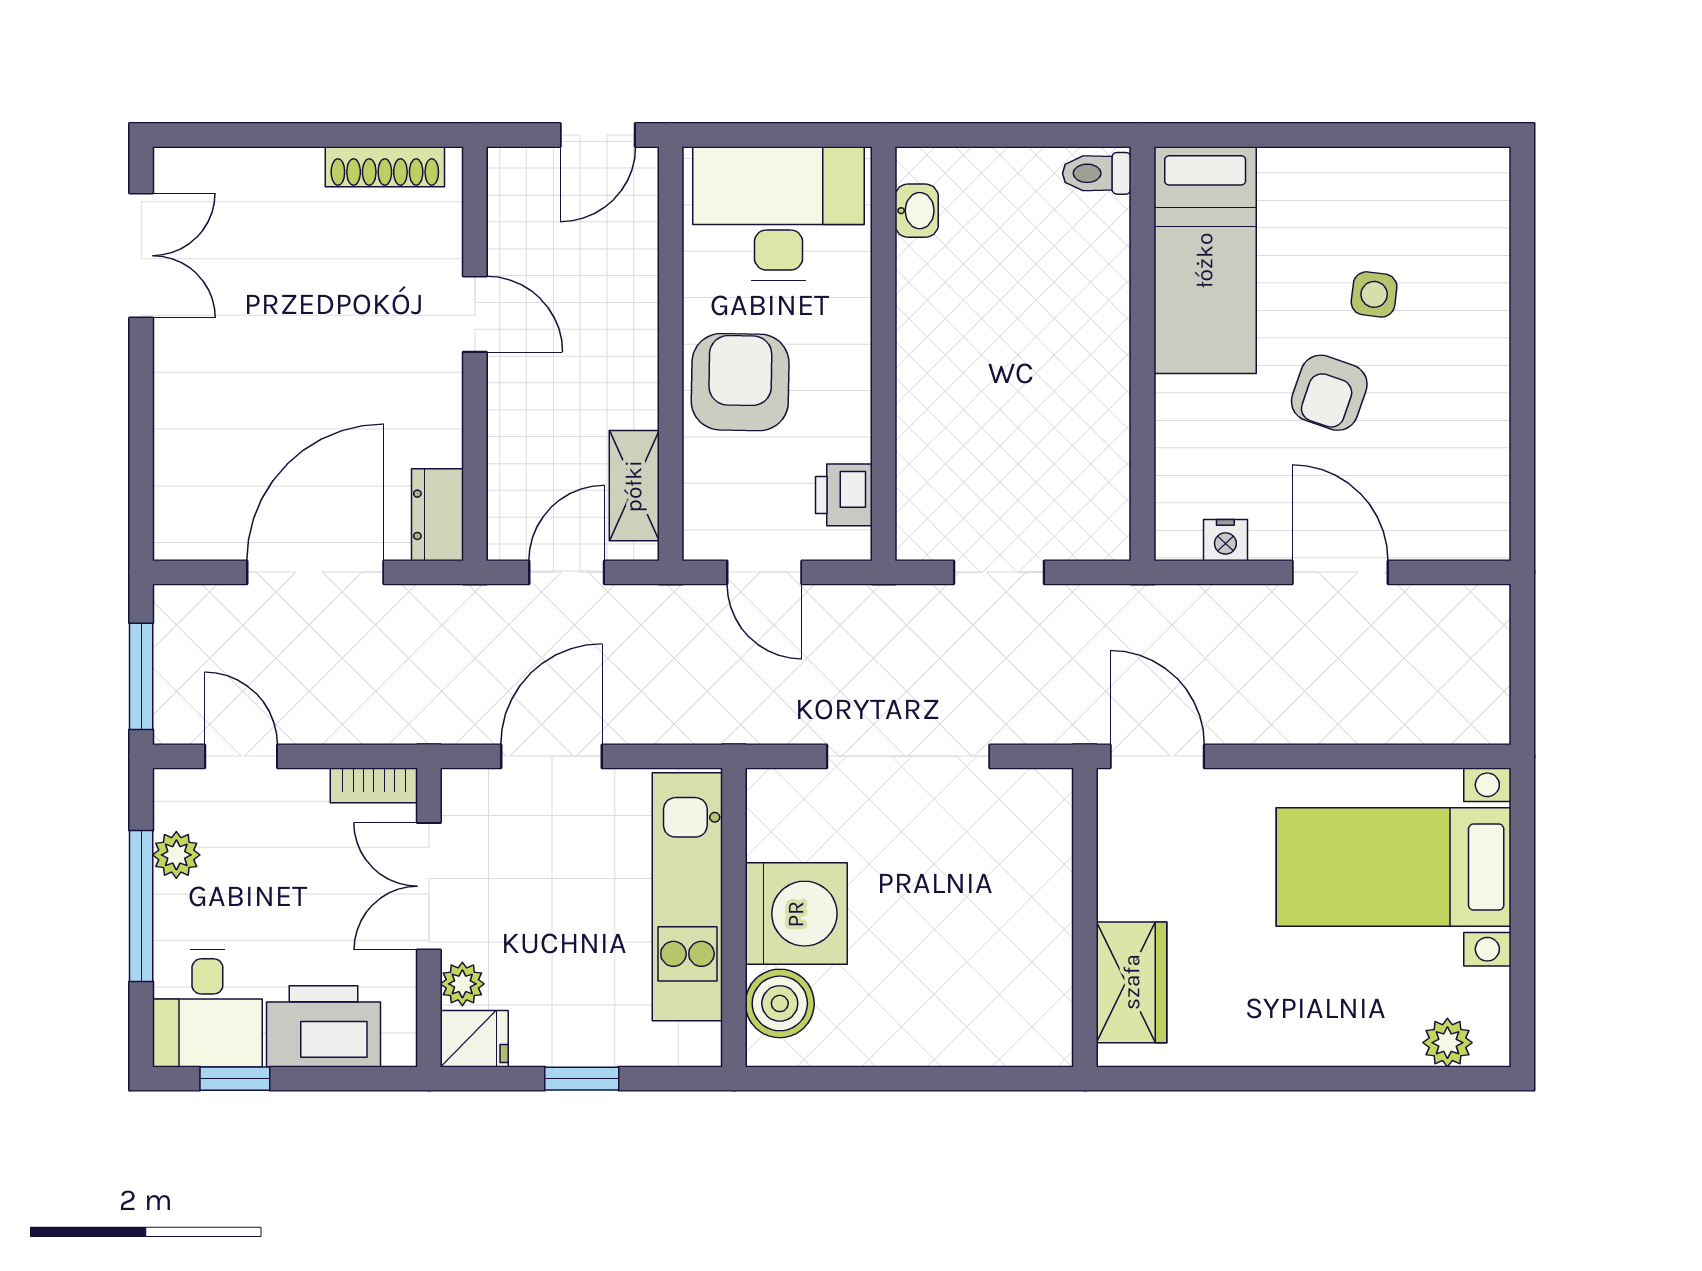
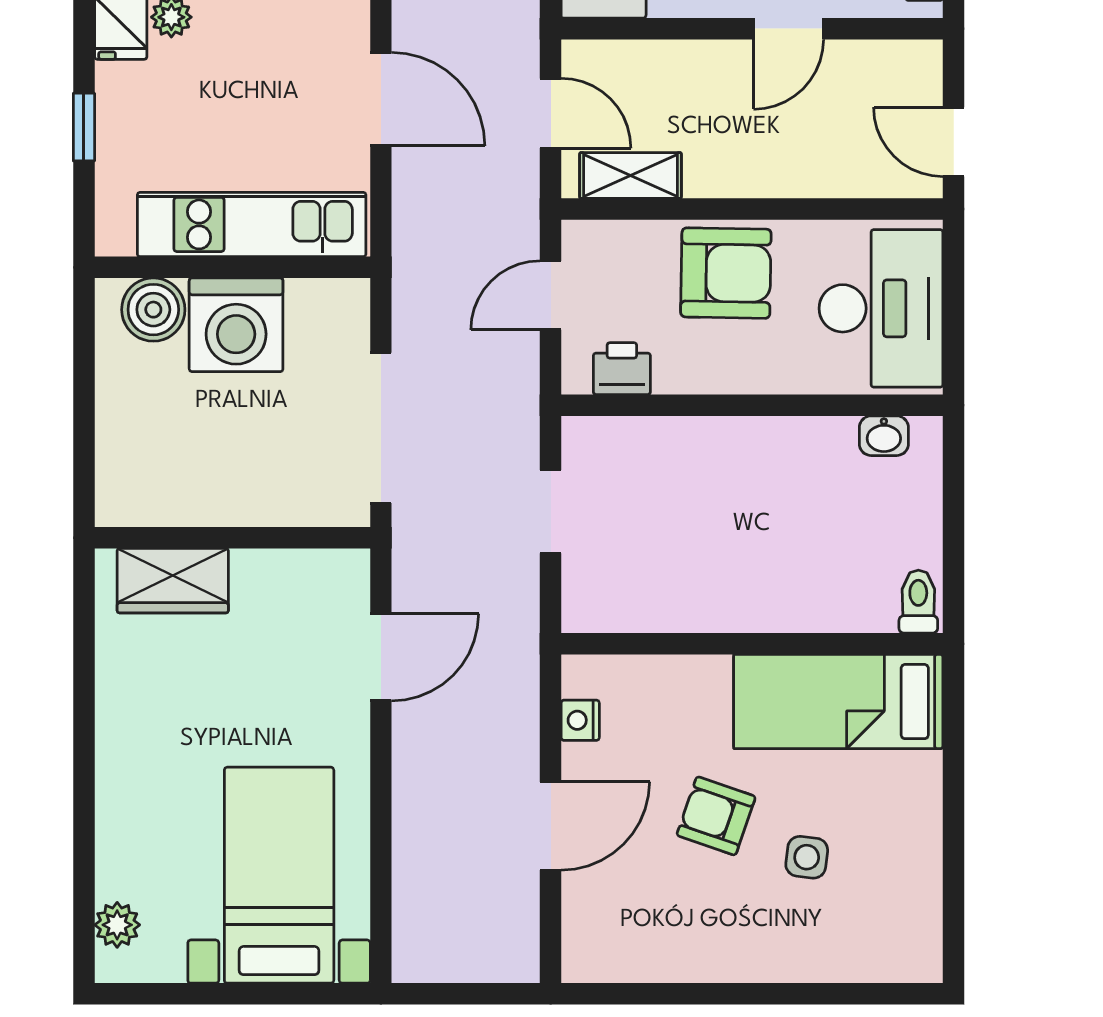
wall: (1085, 918) -> (232, 538), moved
wardrobe: (1132, 982) -> (173, 581), moved

